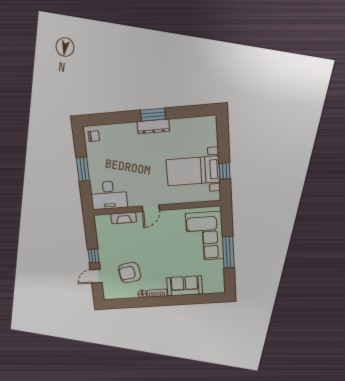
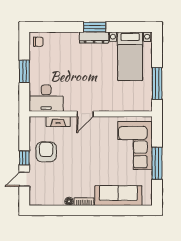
bed with nightstands: (193, 171) -> (130, 56), moved, turned -90
window: (225, 171) -> (157, 83), width x2.17
armchair: (130, 273) -> (46, 152), moved, turned 99
sofa: (185, 286) -> (118, 196), width x1.36

